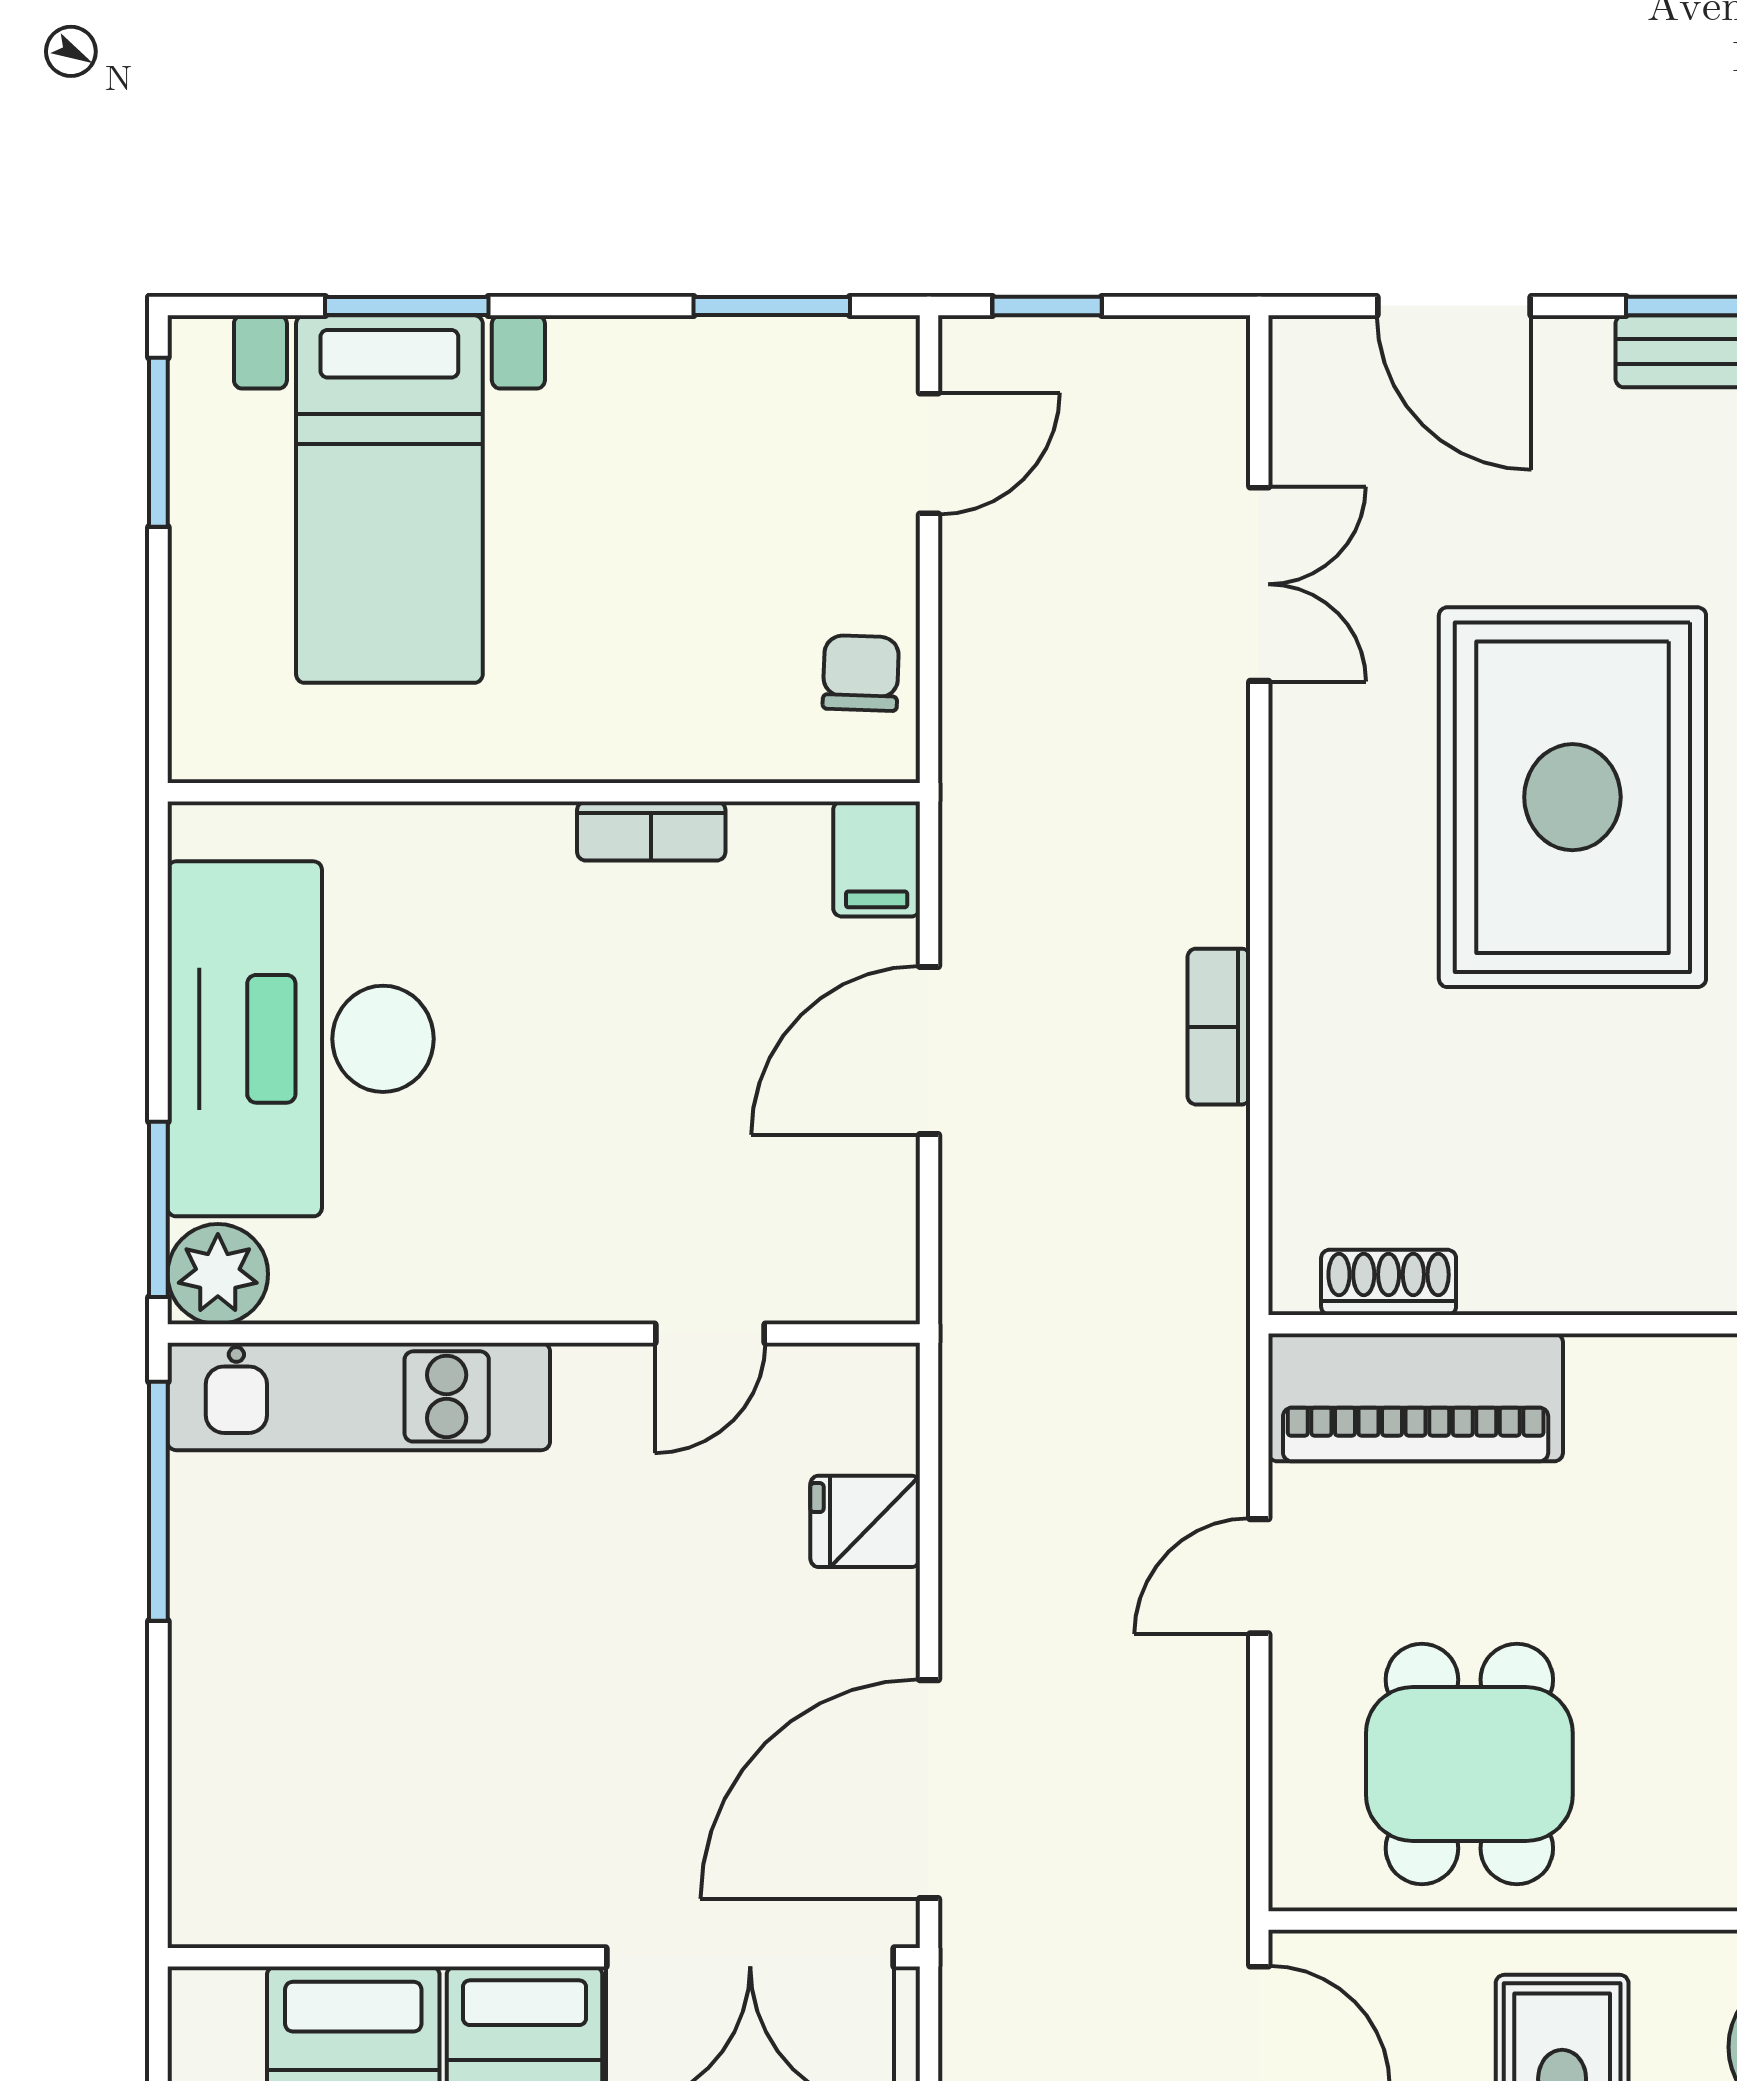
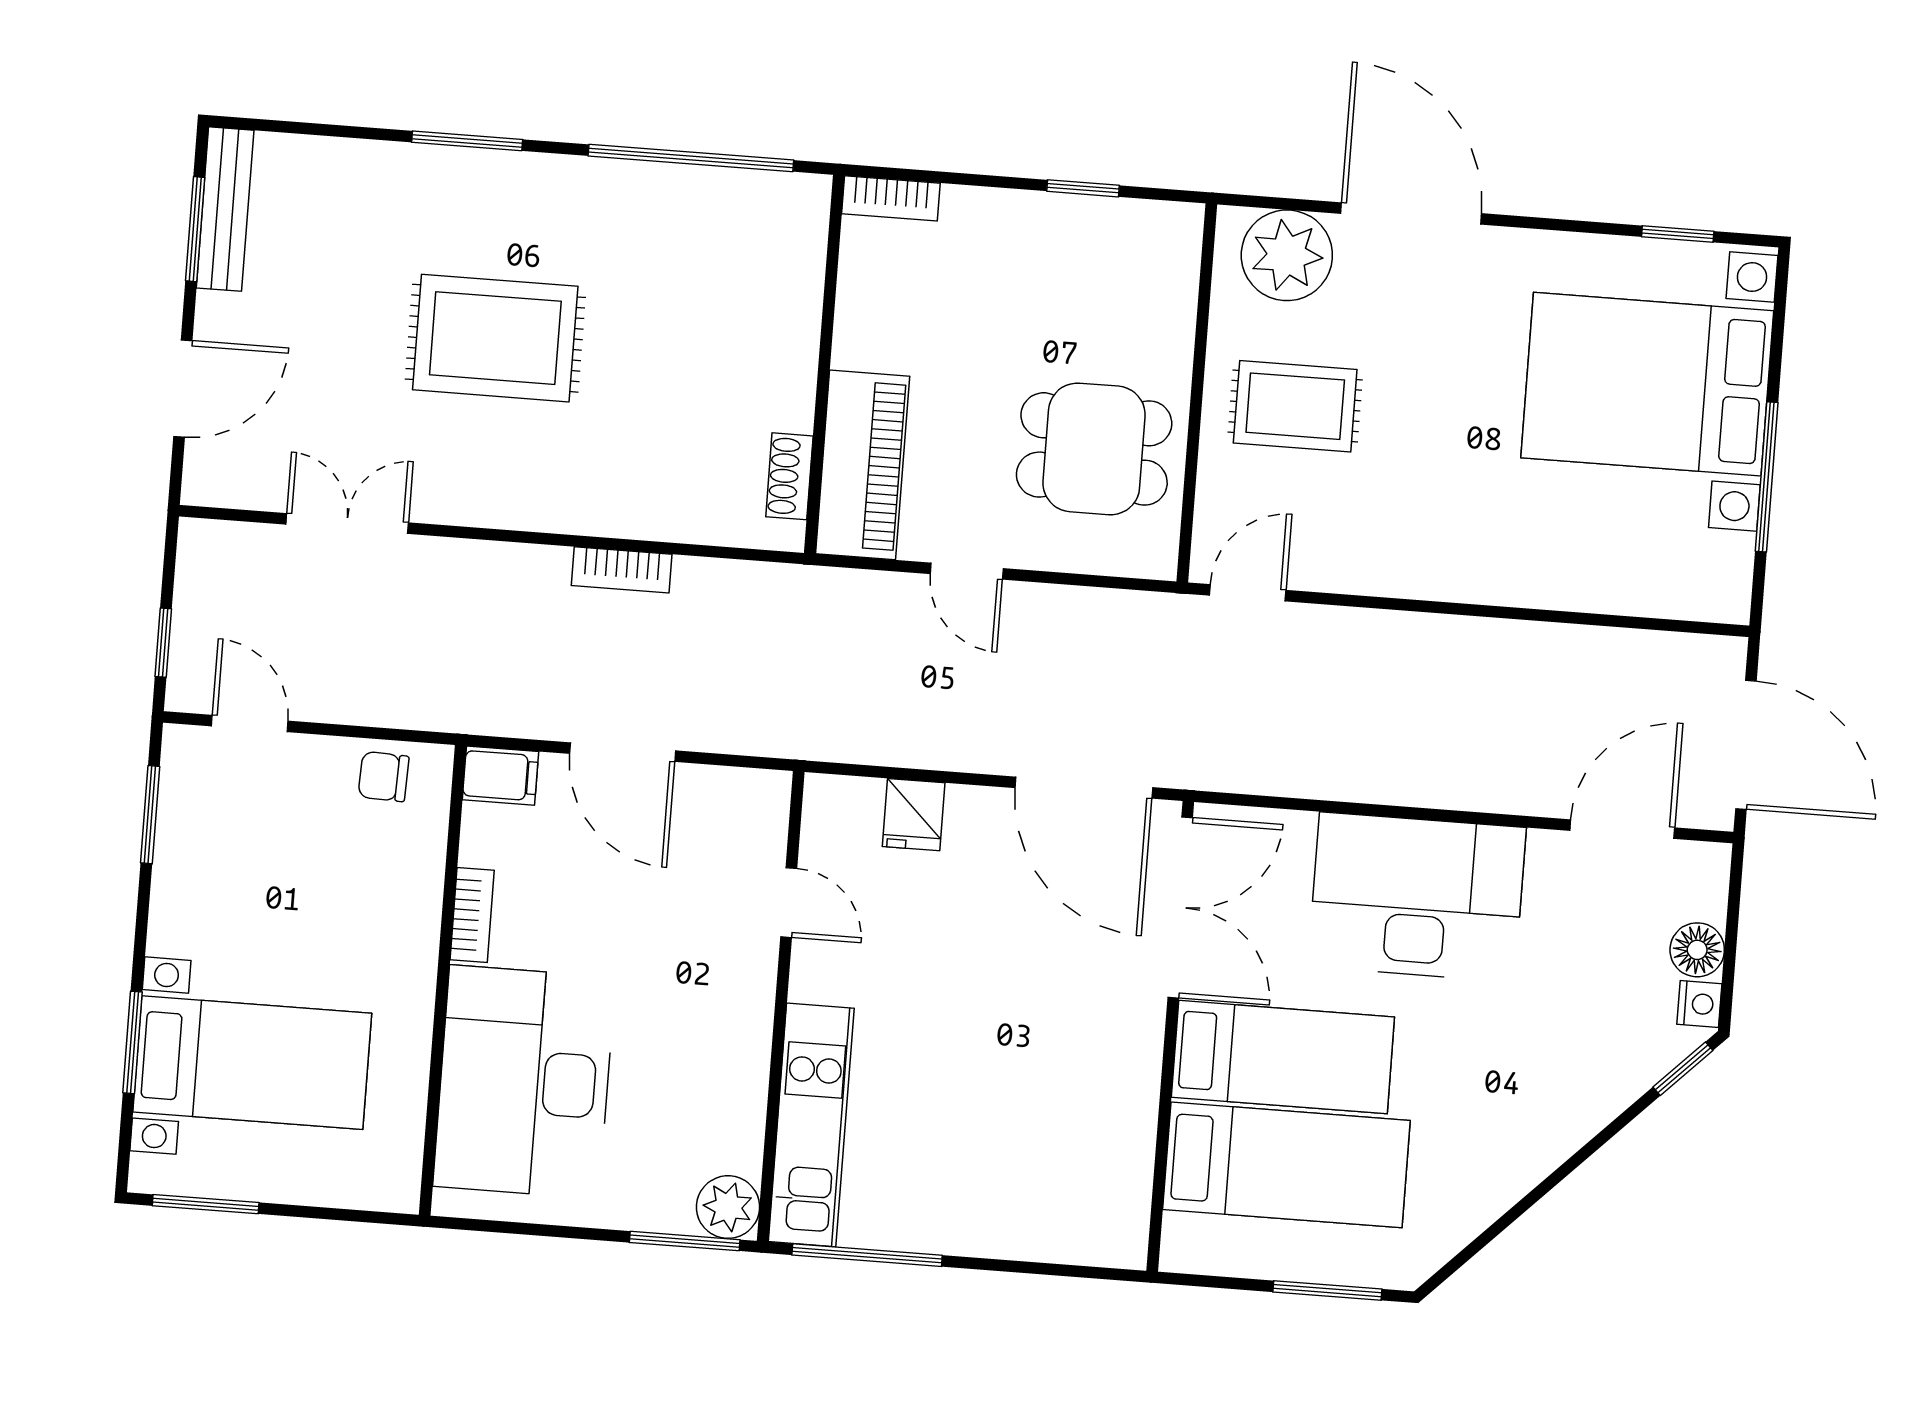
rug: (1572, 797) -> (495, 338), width x0.73, depth x0.69
desk: (301, 1039) -> (524, 1082), moved, turned 90

